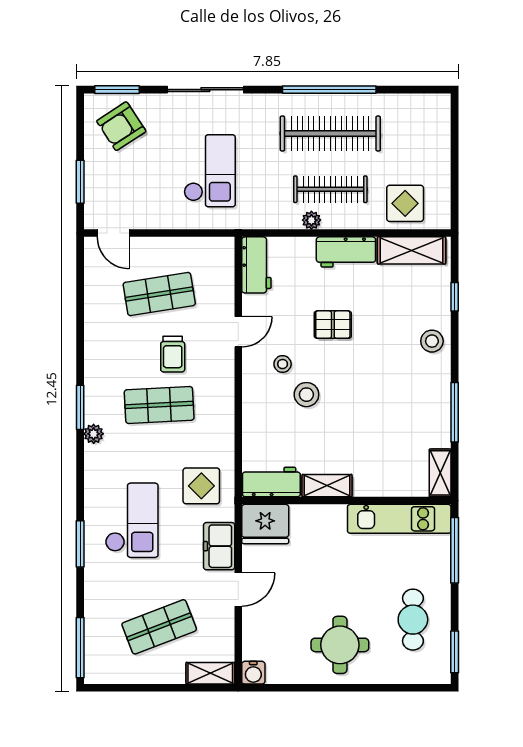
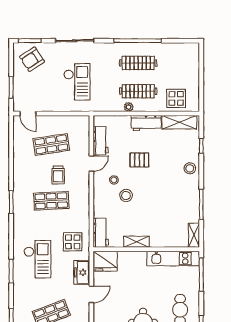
clothes rail: (330, 133) -> (138, 63), width x0.73, depth x0.76
workbench: (256, 265) -> (101, 141), moved
plant: (94, 434) -> (18, 215), removed
workbench: (271, 482) -> (101, 233), moved, turned 90

